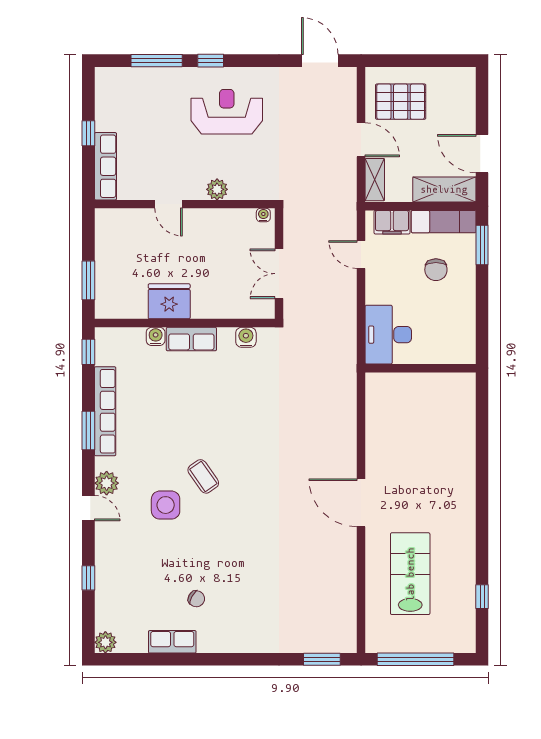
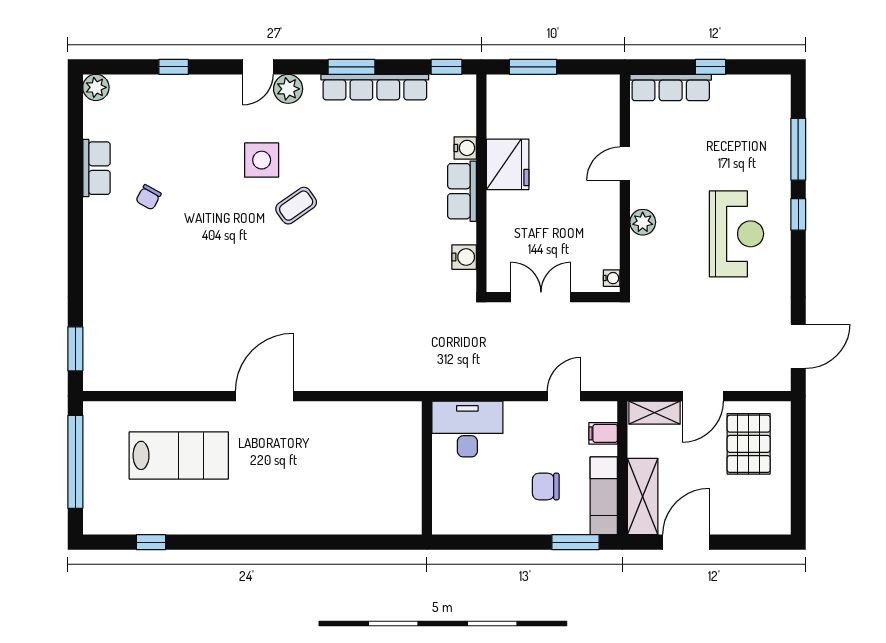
filing cabinet: (392, 222) -> (603, 433), width x0.50

